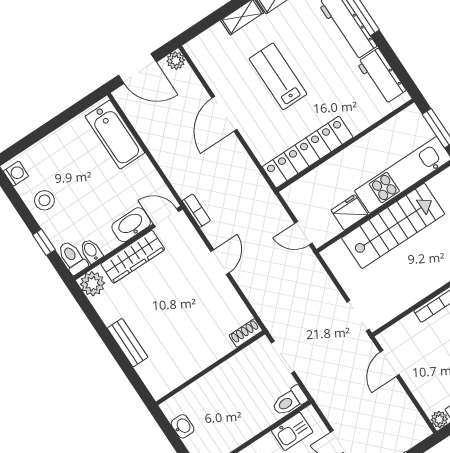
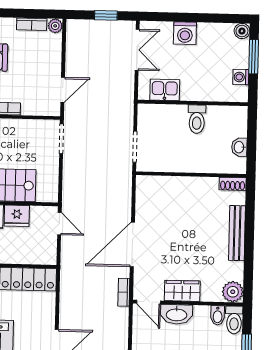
wardrobe: (133, 257) -> (182, 291), width x0.67
door: (220, 262) -> (132, 244), width x1.87
shoe rack: (246, 333) -> (233, 184), moved
bench: (128, 343) -> (237, 233), width x1.36
toilet: (289, 401) -> (197, 119), moved, turned 90

